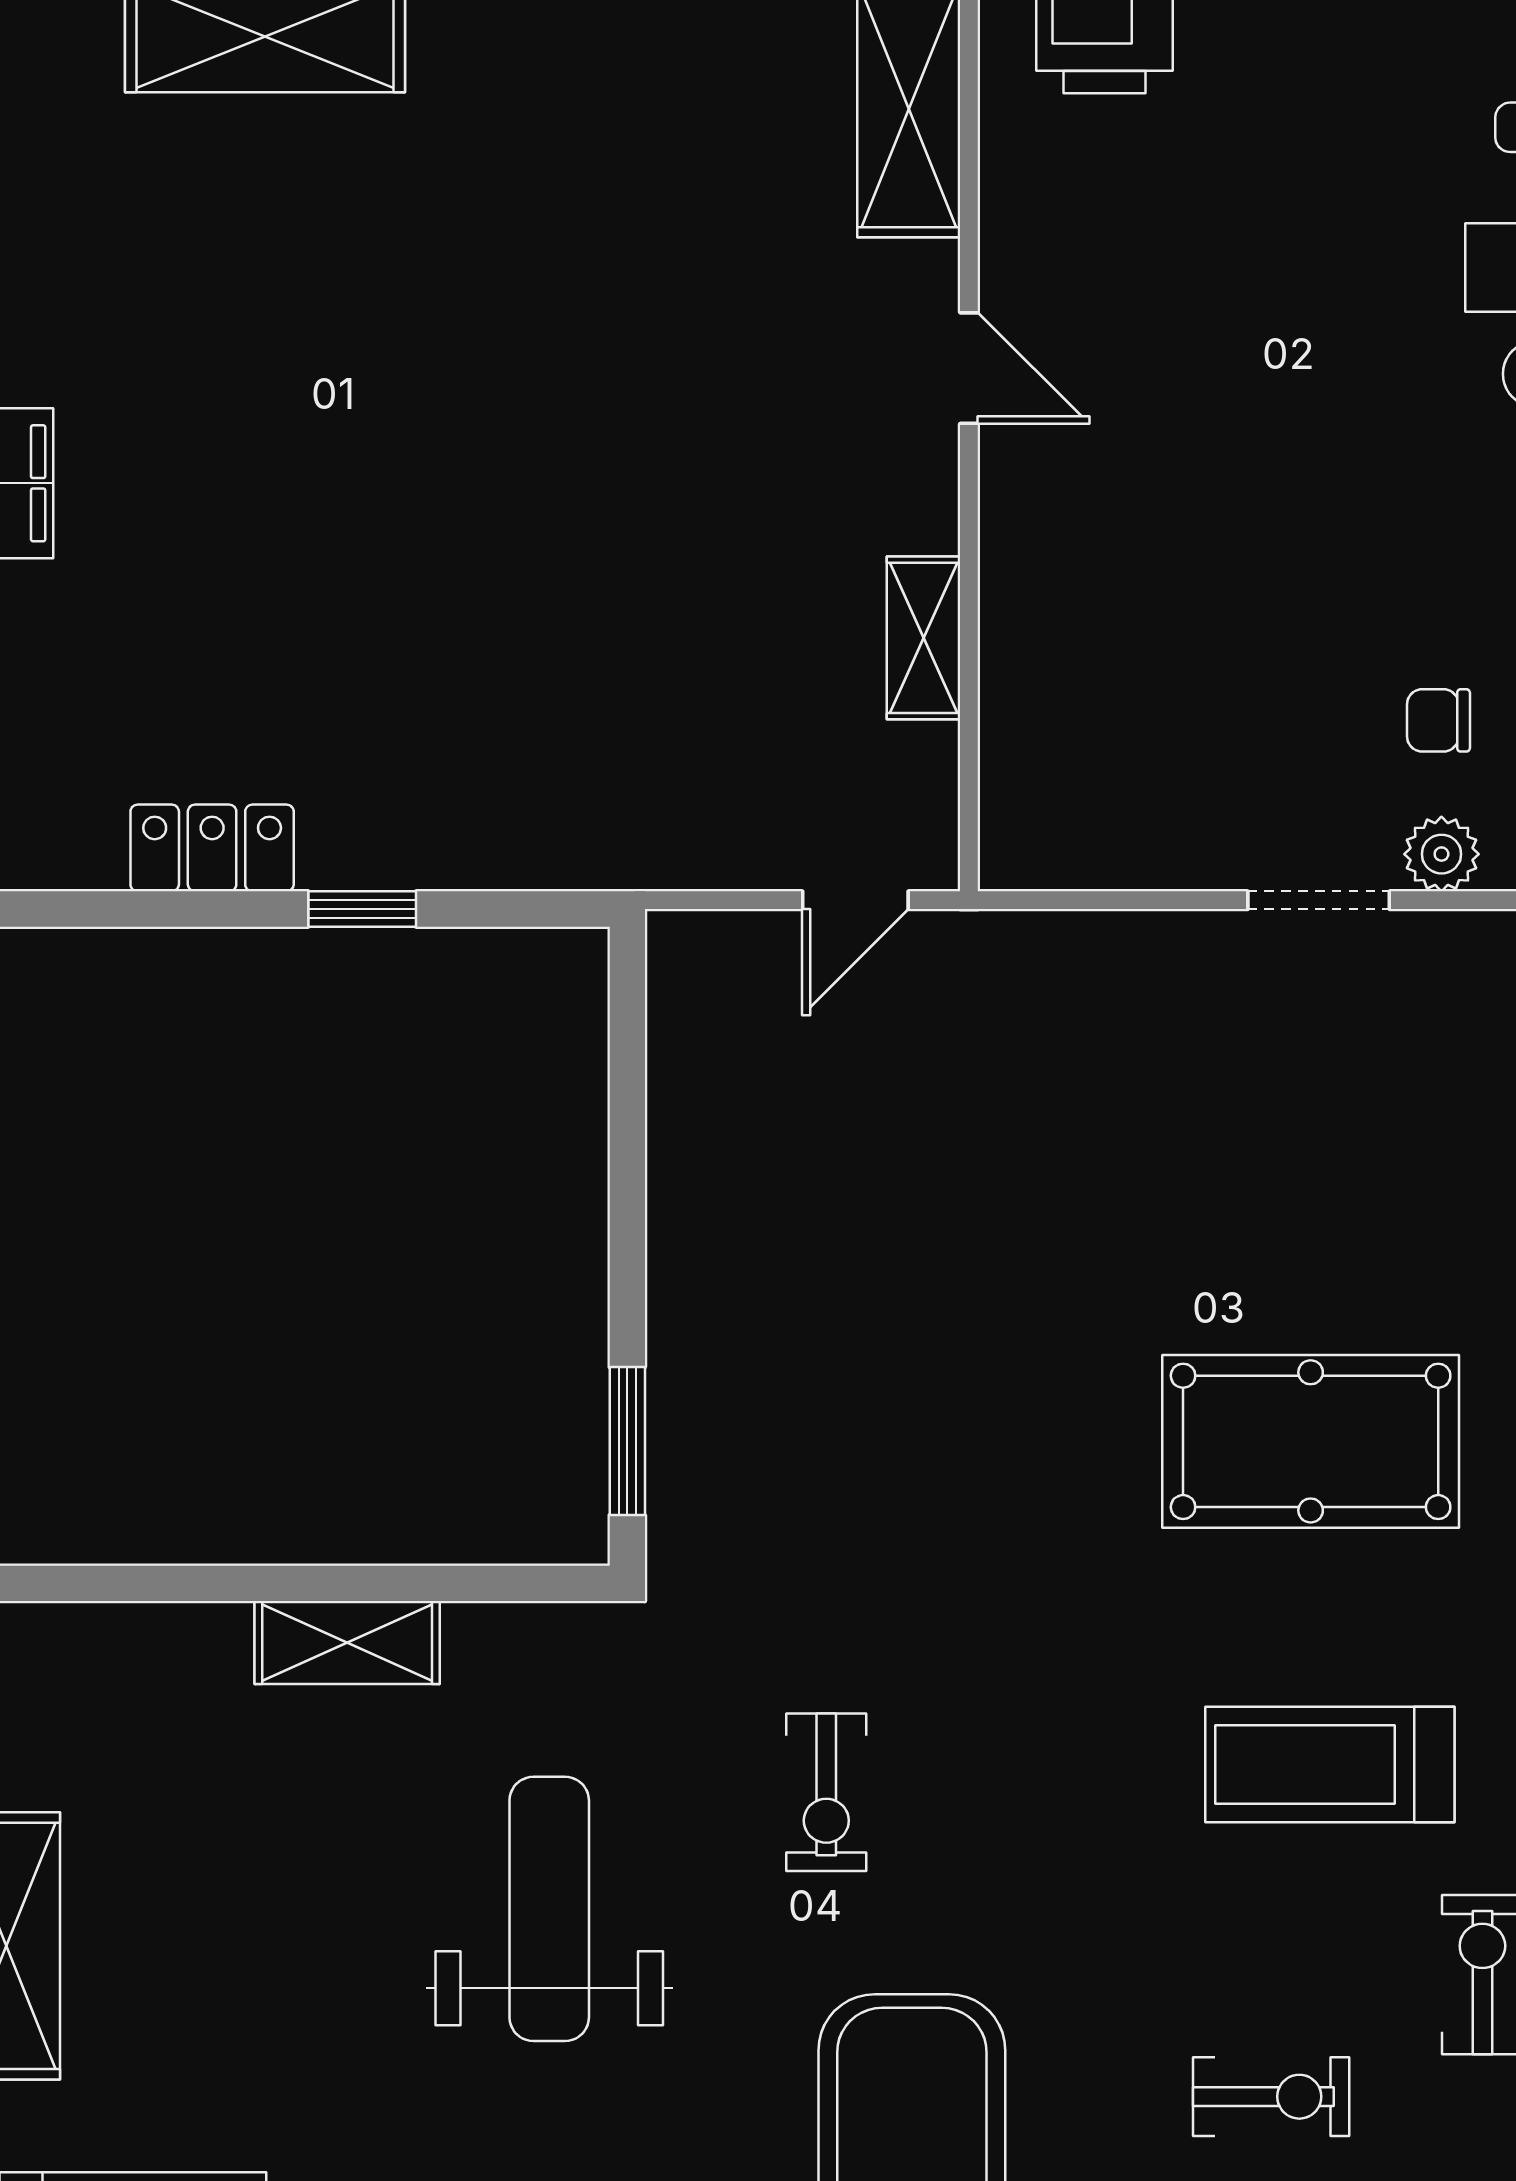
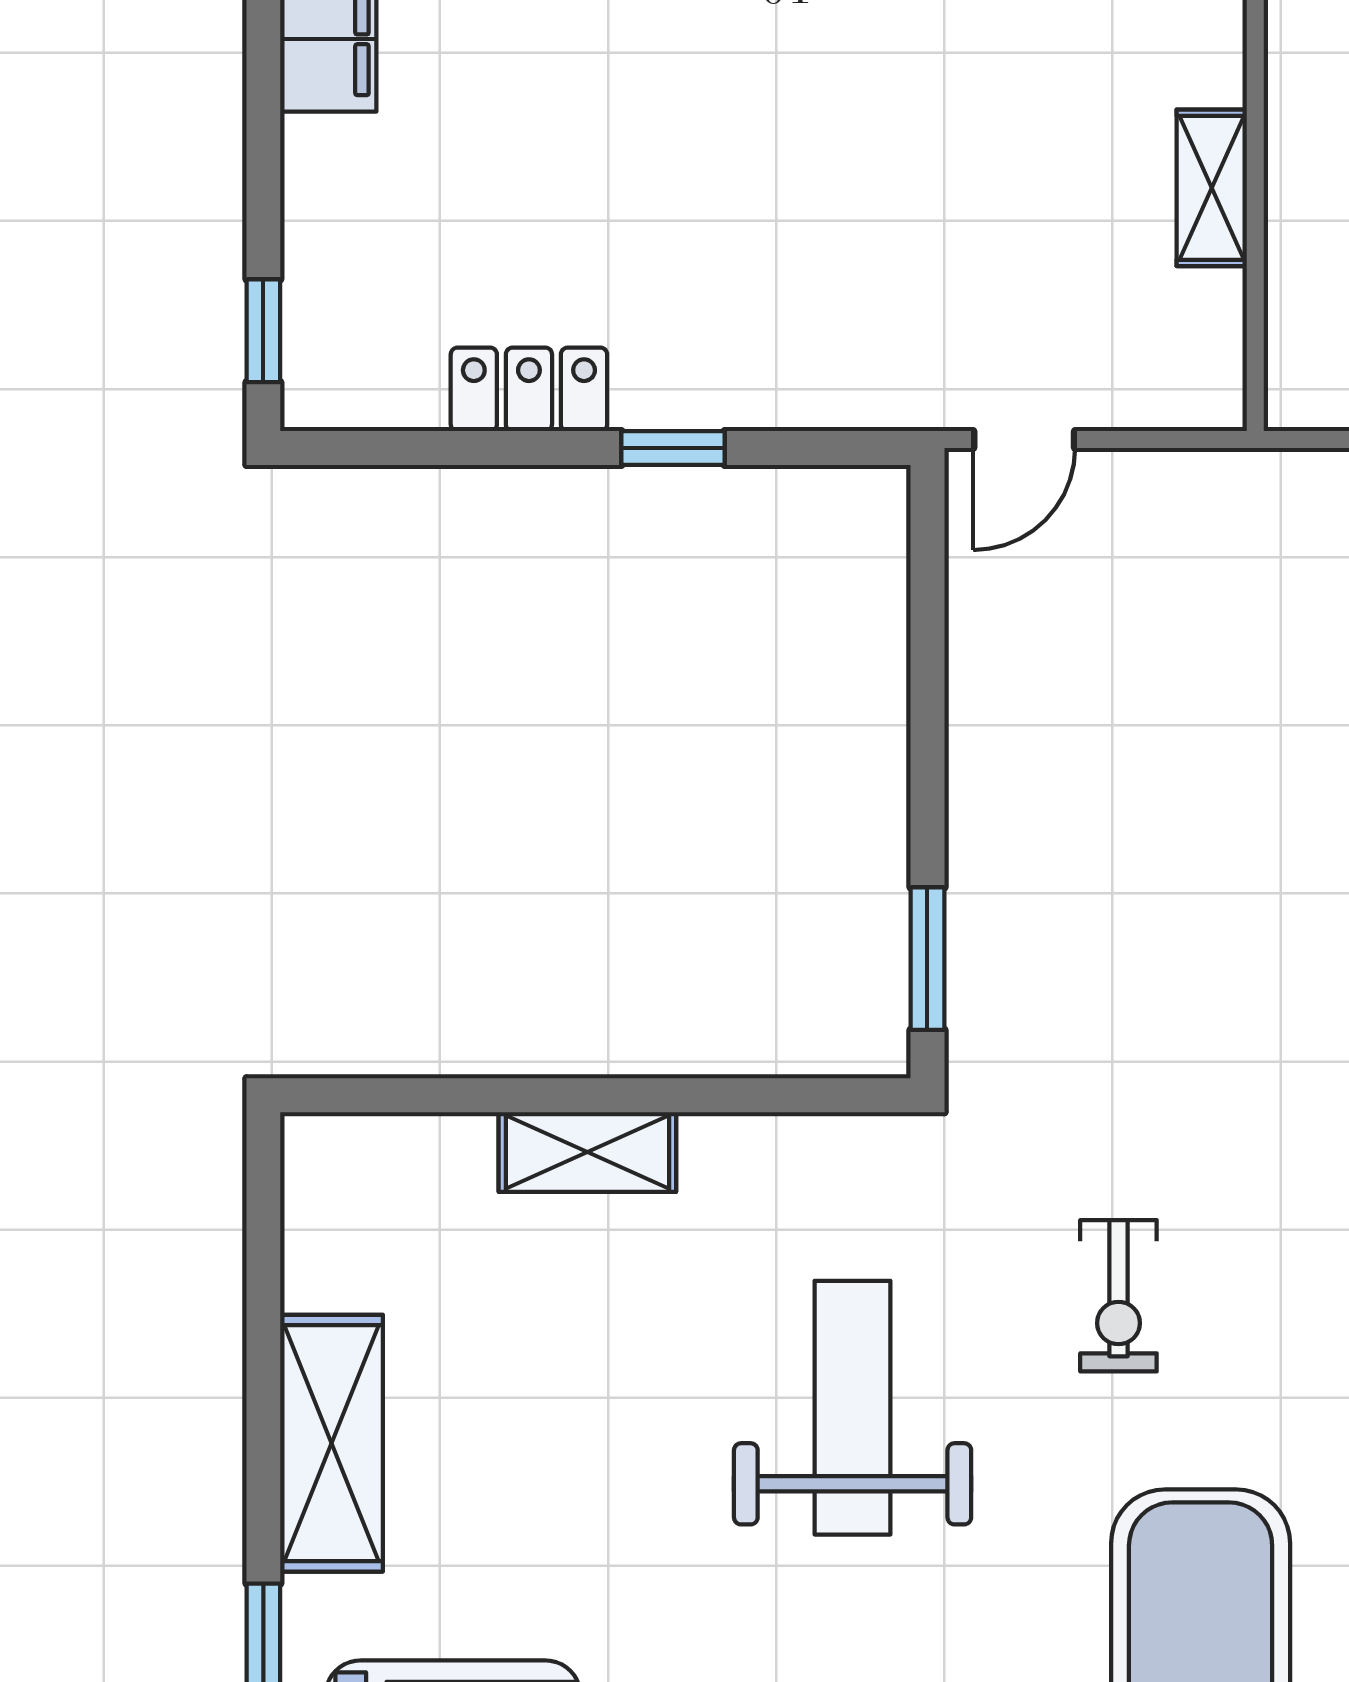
door: (855, 900) -> (1024, 440), moved
shelving: (347, 1642) -> (587, 1152), moved

